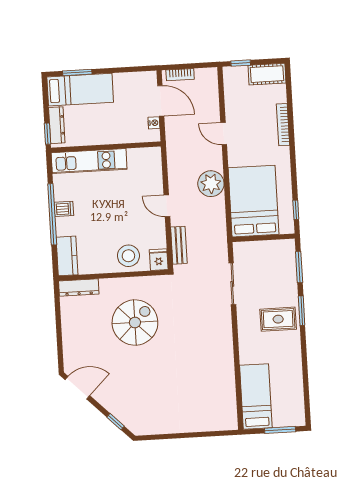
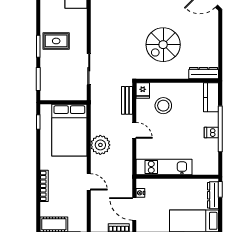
kitchen unit: (89, 161) -> (164, 167), moved
stool: (128, 256) -> (163, 106), moved

